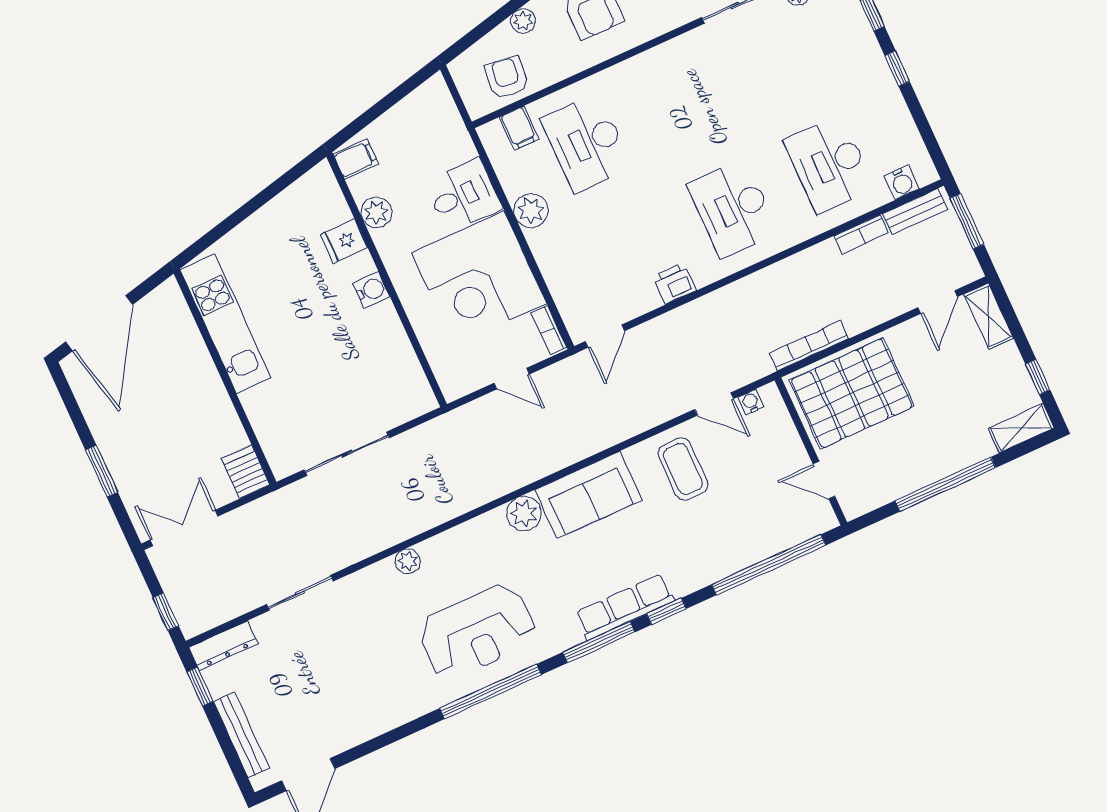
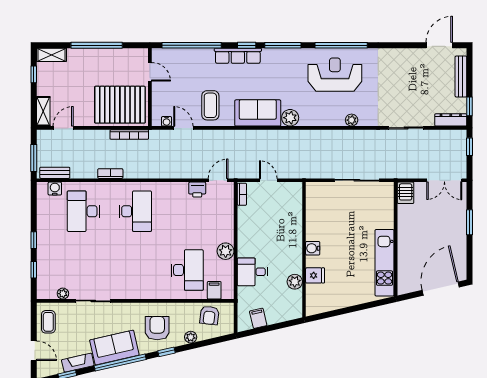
filing cabinet: (356, 159) -> (258, 318), moved, turned 77
desk: (829, 164) -> (83, 211), turned 180
bookcase: (861, 234) -> (110, 174), moved
corner desk: (479, 278) -> (262, 232), removed
printer: (675, 283) -> (197, 190), moved
row of seats: (625, 607) -> (238, 56), moved

